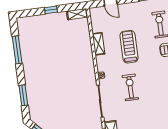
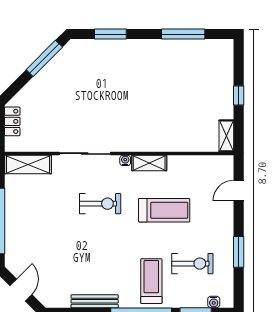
shelving: (99, 44) -> (149, 163), moved

